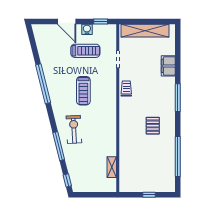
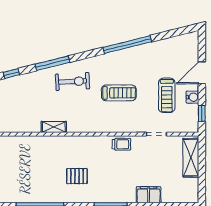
shelving: (145, 31) -> (191, 158), width x0.68
treadmill: (83, 91) -> (119, 93), turned 180
shelving: (112, 167) -> (54, 127), moved

